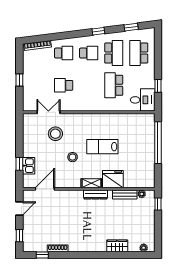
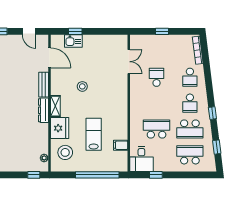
filing cabinet: (129, 120) -> (121, 145), added
stool: (55, 134) -> (65, 152), moved
lab bench: (102, 147) -> (94, 134), moved
bench: (125, 194) -> (44, 85), moved

